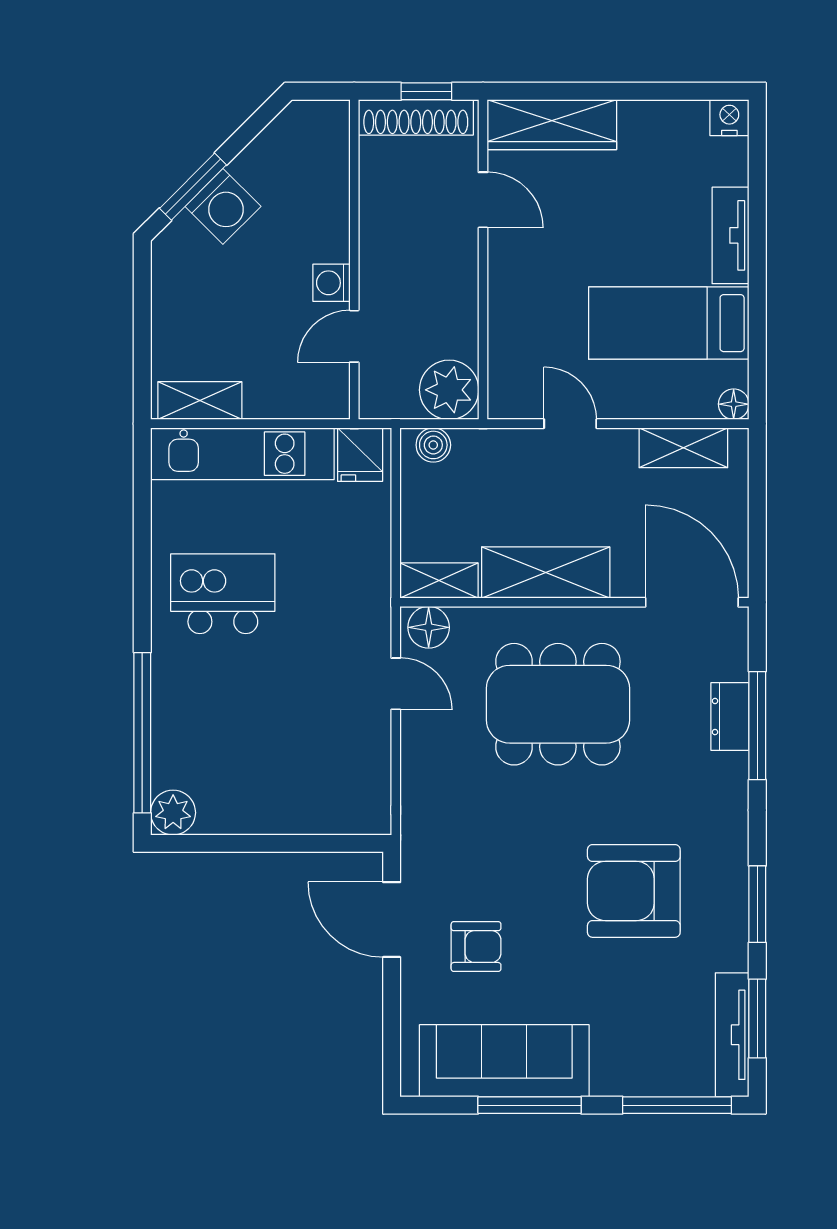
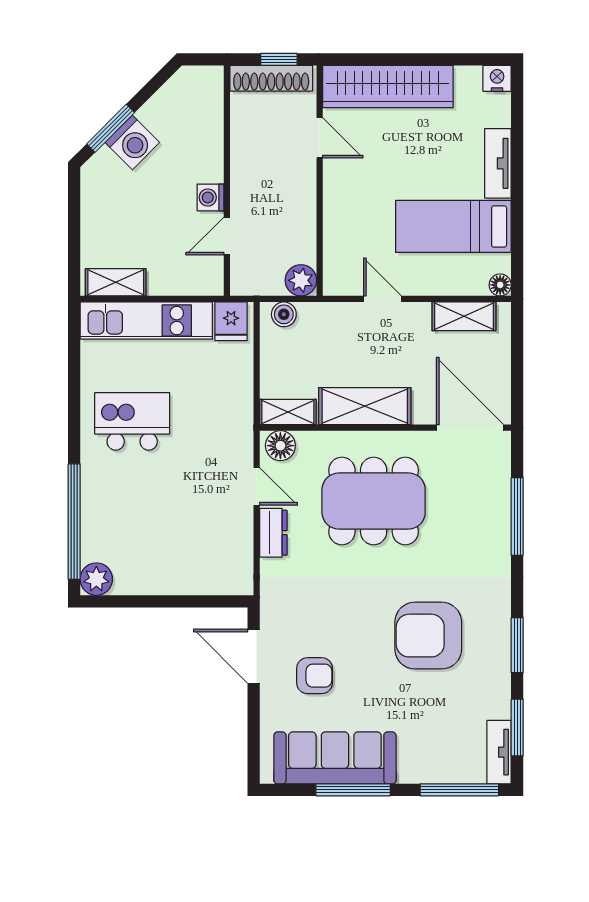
wardrobe: (552, 125) -> (388, 87), width x1.40, depth x1.17
plant: (449, 390) -> (301, 280), width x0.73, depth x0.73
dresser: (730, 717) -> (273, 533), moved, turned 180
tv unit: (732, 1035) -> (499, 752), width x0.71

